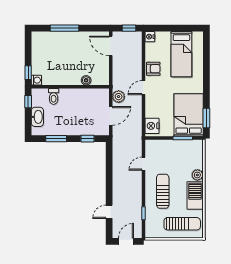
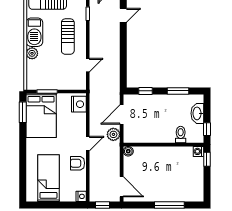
boiler: (86, 80) -> (128, 151), moved

